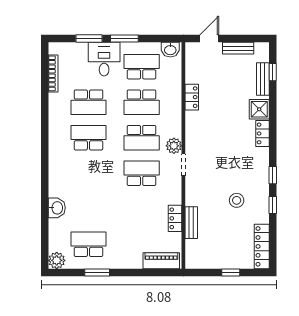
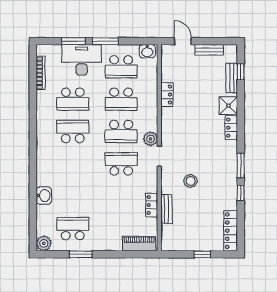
door: (209, 39) -> (183, 41), hinge flipped
desk: (104, 59) -> (82, 60), width x1.37
school desk: (142, 67) -> (121, 67), turned 180
window: (273, 175) -> (241, 166), width x1.50
stool: (237, 200) -> (190, 181), moved

